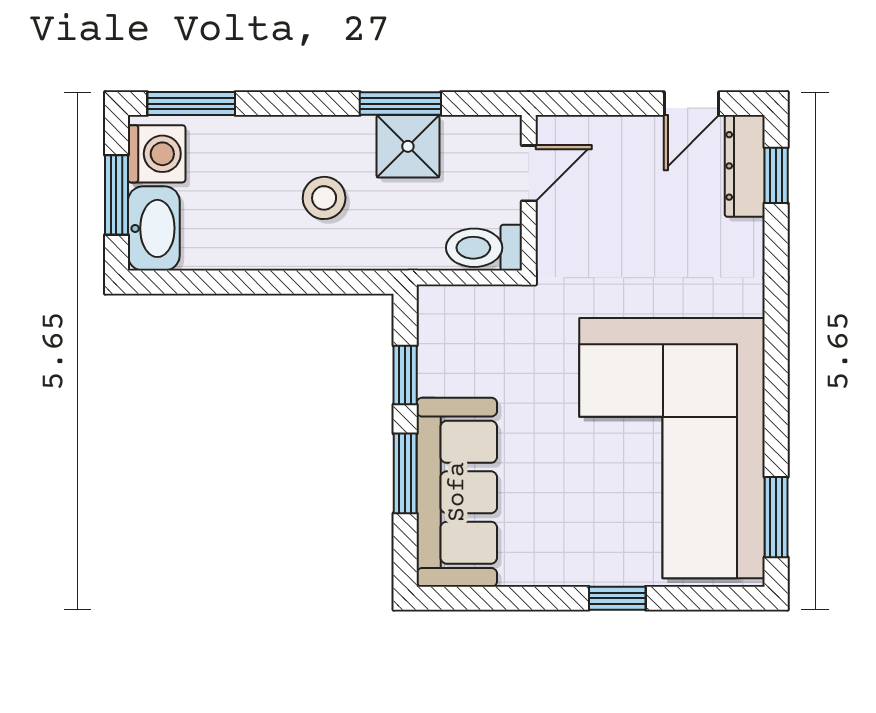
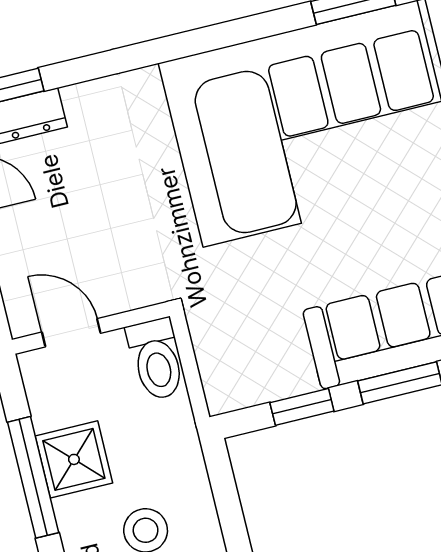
window: (400, 104) -> (33, 477), width x1.44

